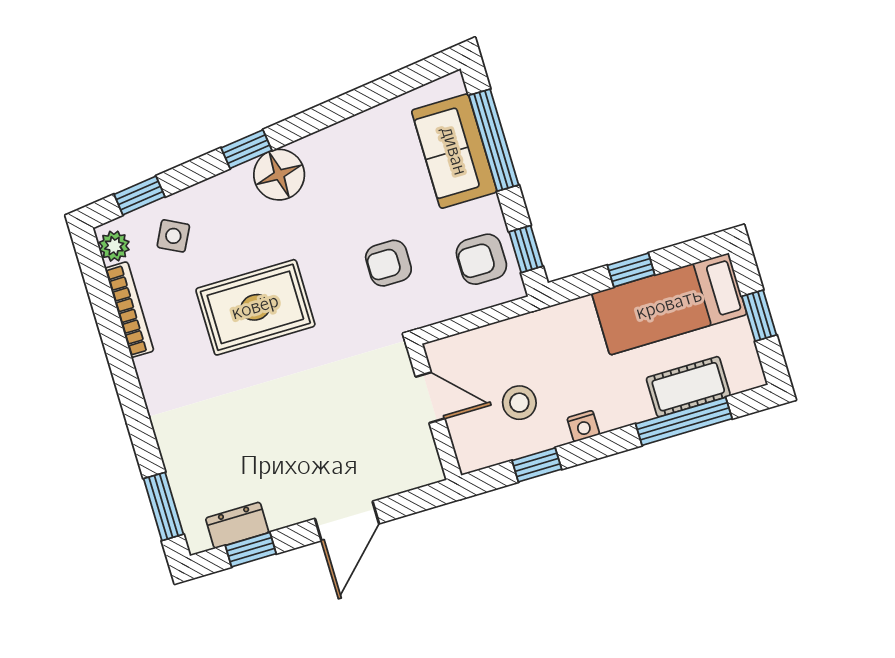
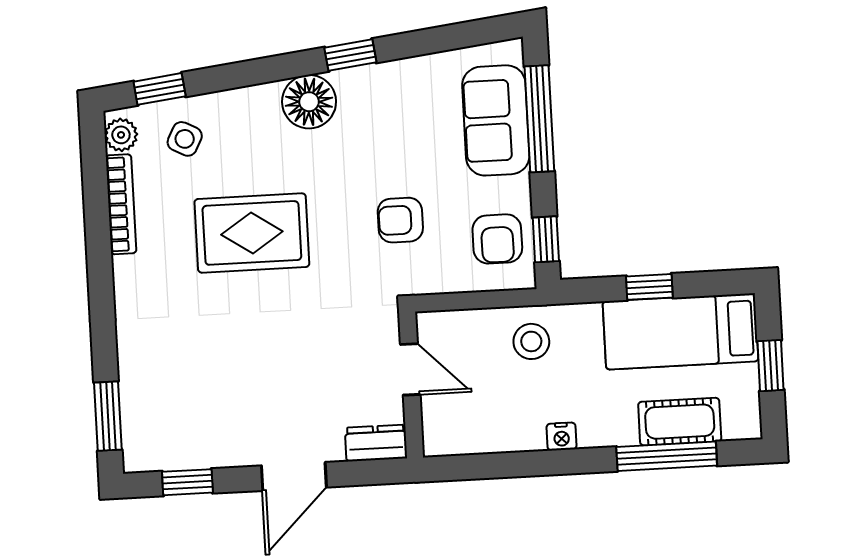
window: (246, 149) -> (350, 55), moved
armchair: (481, 259) -> (497, 239), turned -90
stool: (519, 403) -> (531, 341), moved
window: (537, 465) -> (504, 465), removed
dresser: (237, 525) -> (376, 443), moved

